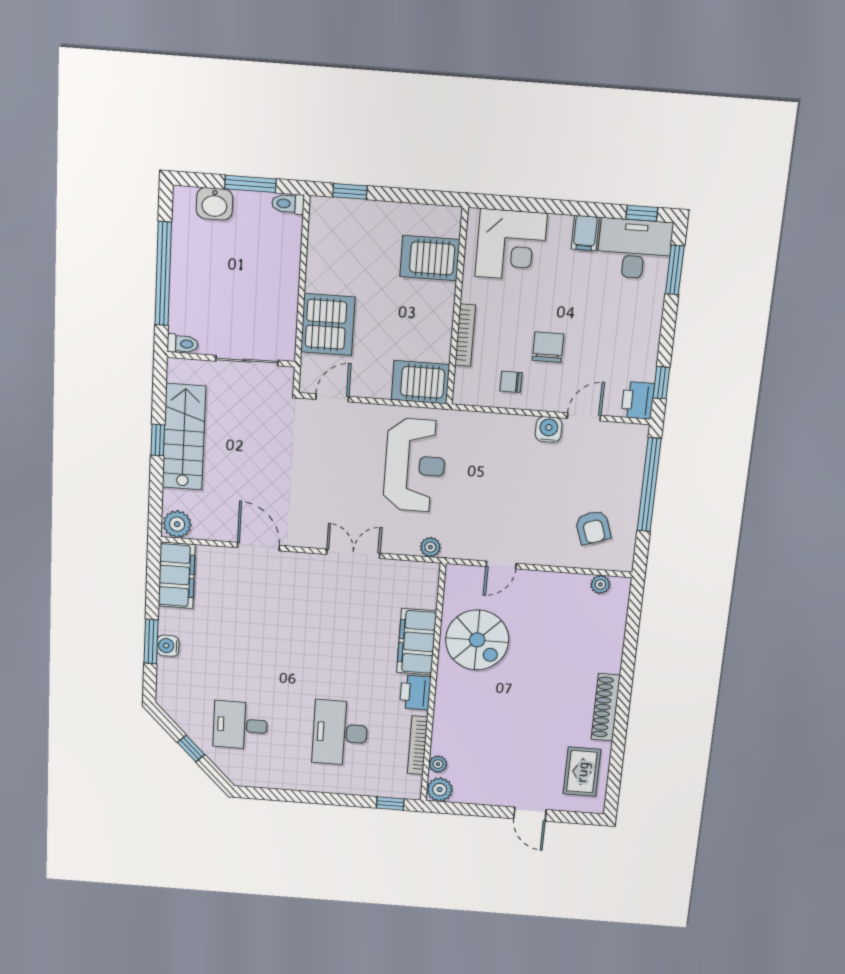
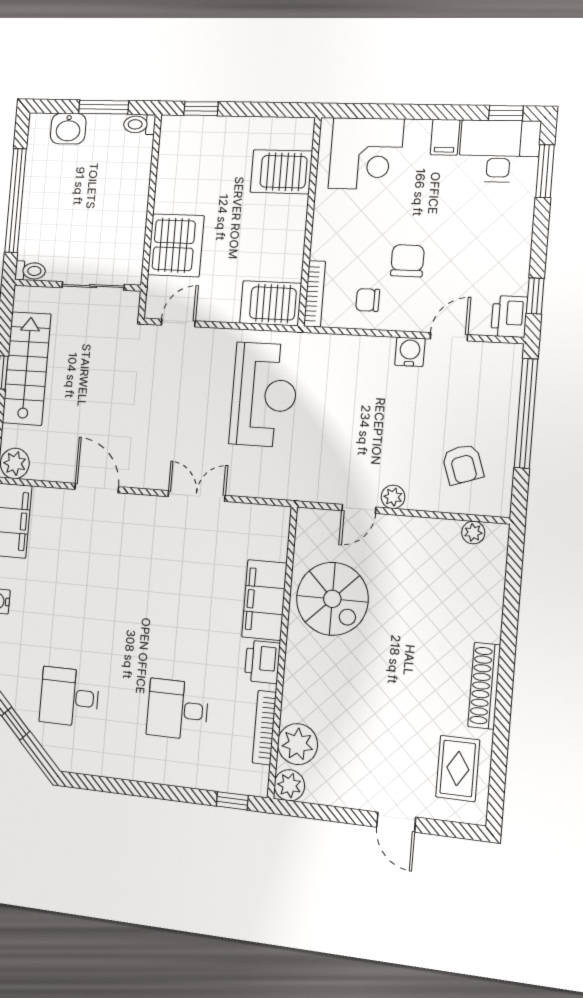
bookcase: (465, 335) -> (315, 294), moved
plant: (430, 547) -> (393, 497), moved
desk: (340, 733) -> (178, 709), width x0.73
plant: (438, 764) -> (298, 744), width x1.87, depth x1.87

